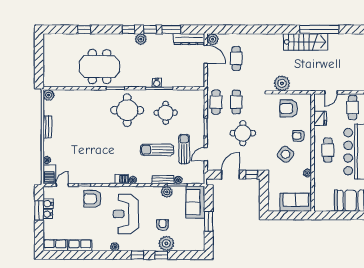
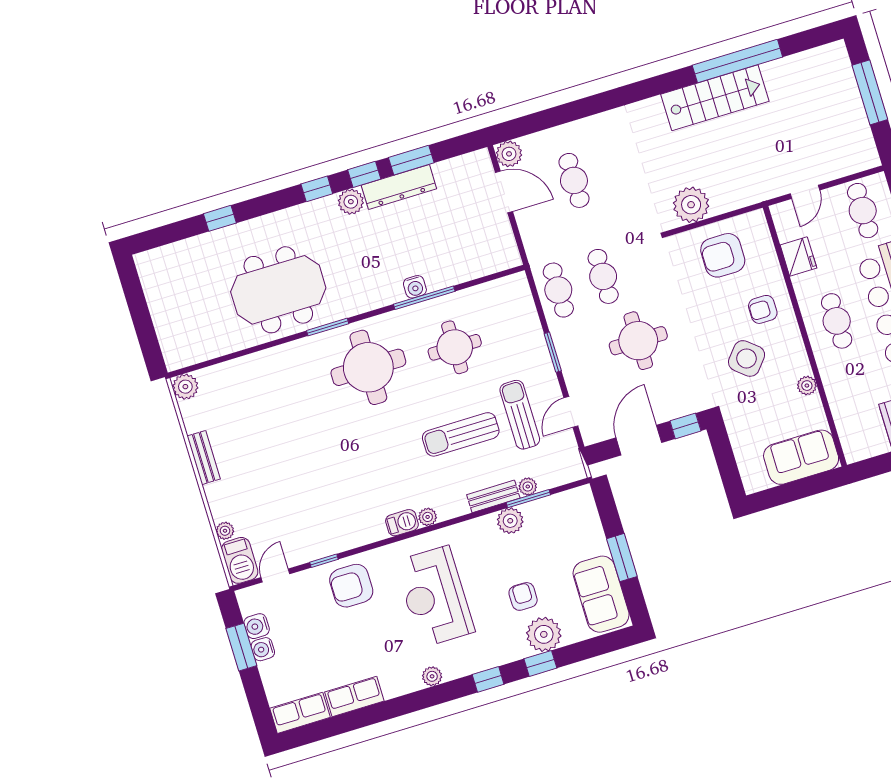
dresser: (189, 39) -> (399, 187), moved
sofa: (195, 202) -> (601, 594), moved

